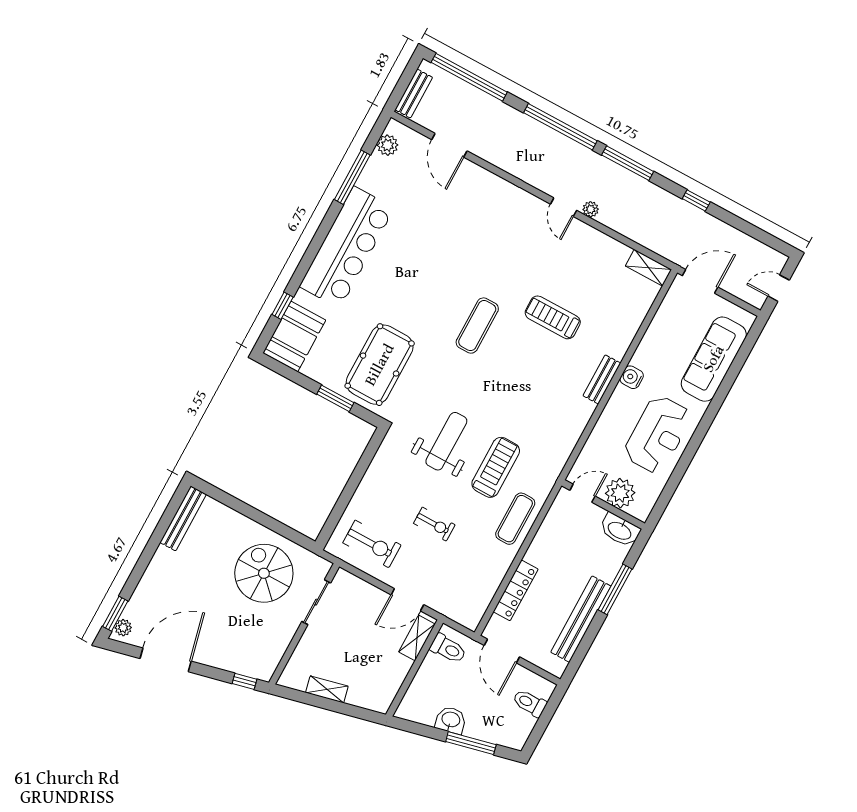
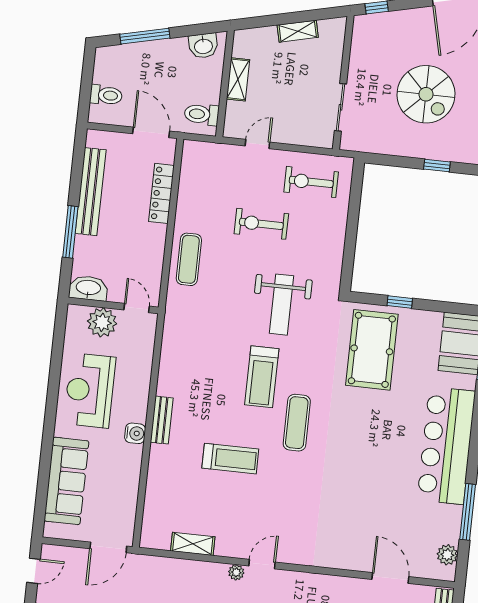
door: (563, 207) -> (262, 564), hinge flipped
shelving: (648, 268) -> (193, 544), moved
window: (335, 398) -> (400, 302), width x0.67
treadmill: (496, 467) -> (262, 377), moved
door: (582, 493) -> (137, 308), swing flipped
window: (249, 511) -> (437, 166), added
exercise bike: (434, 524) -> (261, 224), width x1.38, depth x1.39
spiral stairs: (264, 573) -> (426, 94), moved
door: (407, 600) -> (257, 144), width x0.73
shelving: (417, 638) -> (238, 79), moved
washbasin: (451, 720) -> (203, 46), moved

